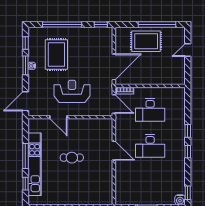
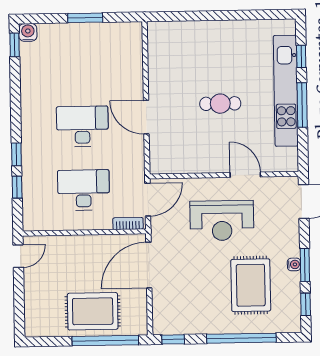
window: (157, 25) -> (105, 341), moved
door: (188, 50) -> (18, 256), moved
door: (114, 104) -> (148, 200), swing flipped
window: (188, 152) -> (17, 187), moved

